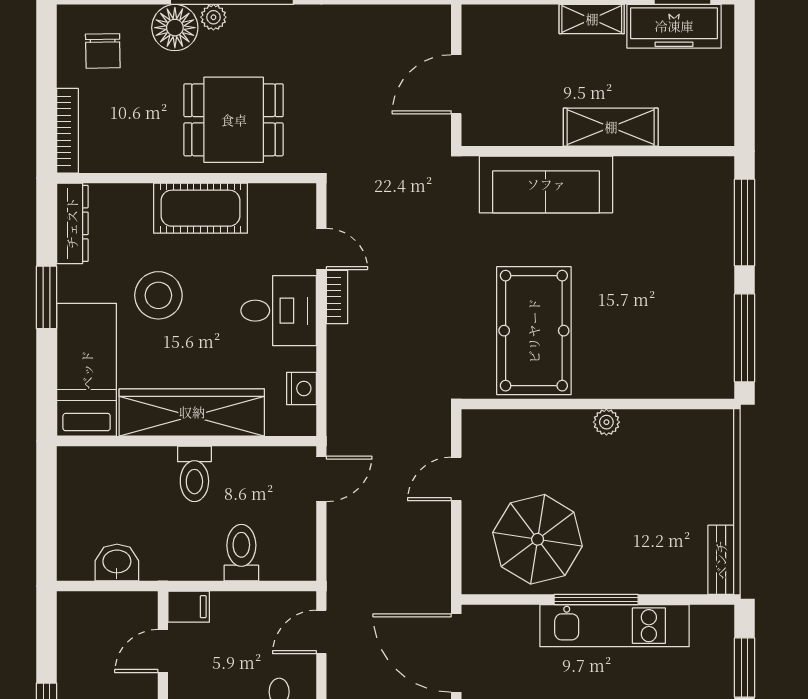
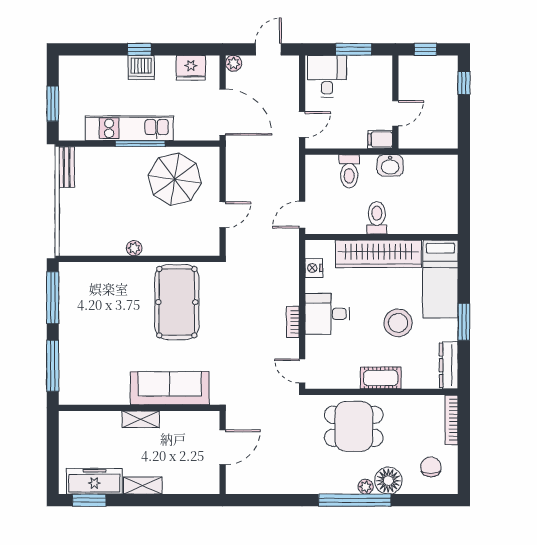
shelving: (611, 127) -> (141, 419), width x0.67, depth x0.75
cot: (201, 208) -> (381, 378), width x0.73, depth x0.75
door: (321, 249) -> (302, 371), moved
washbasin: (117, 563) -> (390, 165), moved

